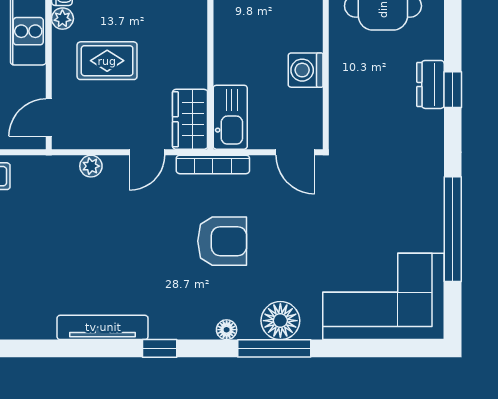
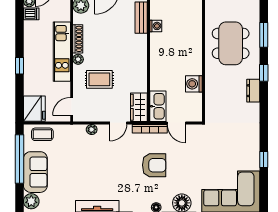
window: (453, 90) -> (264, 73), moved
door: (295, 152) -> (176, 123), moved
window: (453, 229) -> (264, 159), width x0.32

